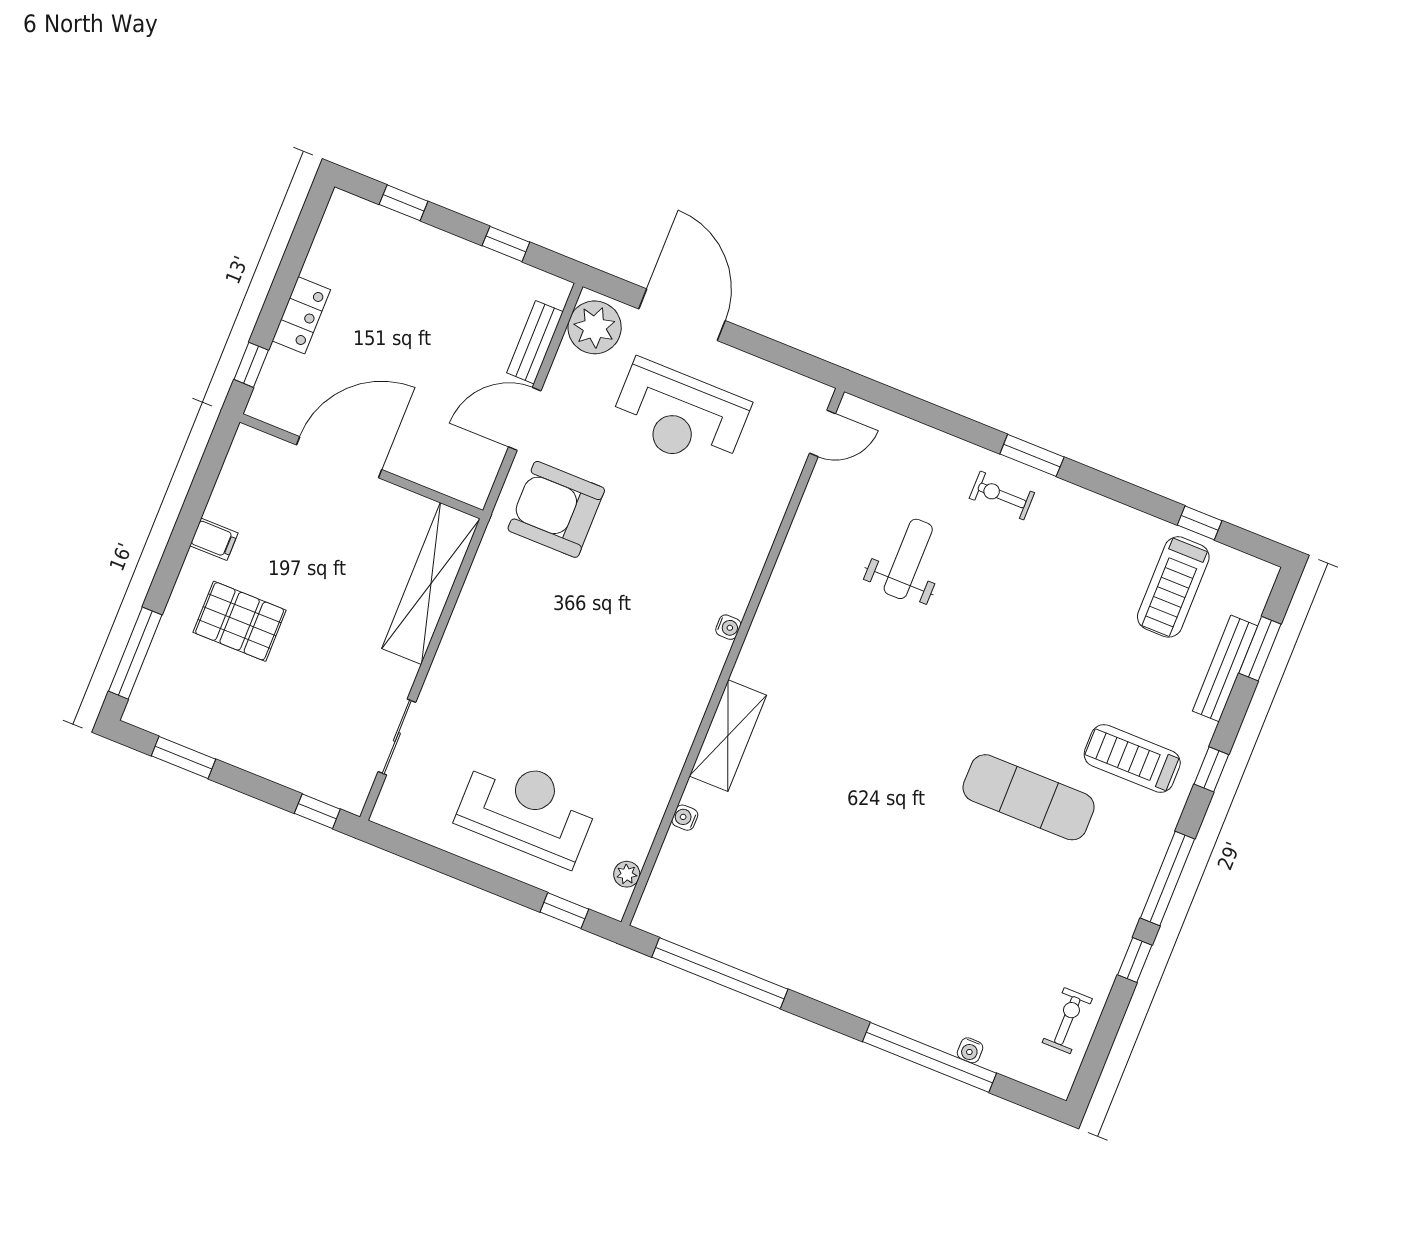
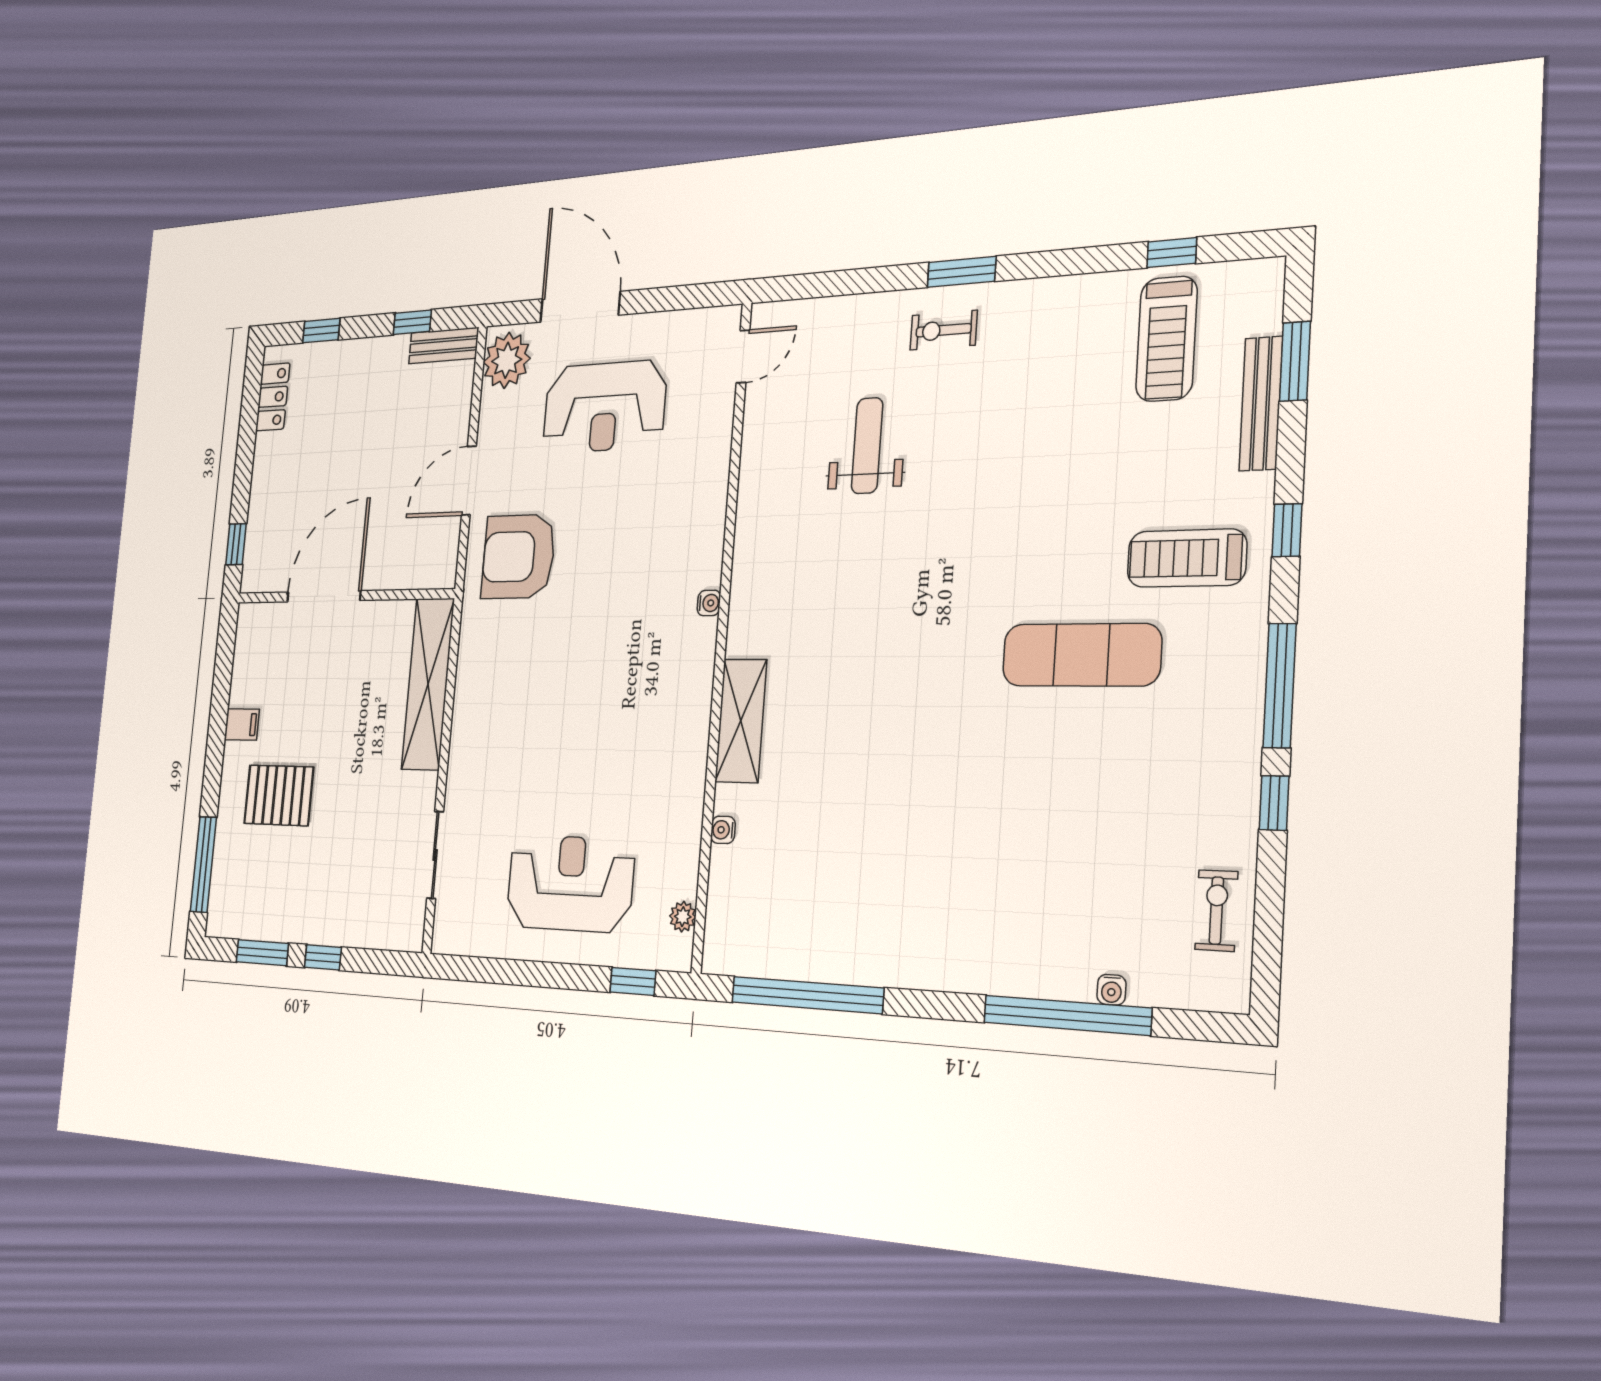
locker: (301, 315) -> (273, 397), moved
bench: (535, 342) -> (444, 346), moved, turned 90
window: (317, 811) -> (323, 957), moved

